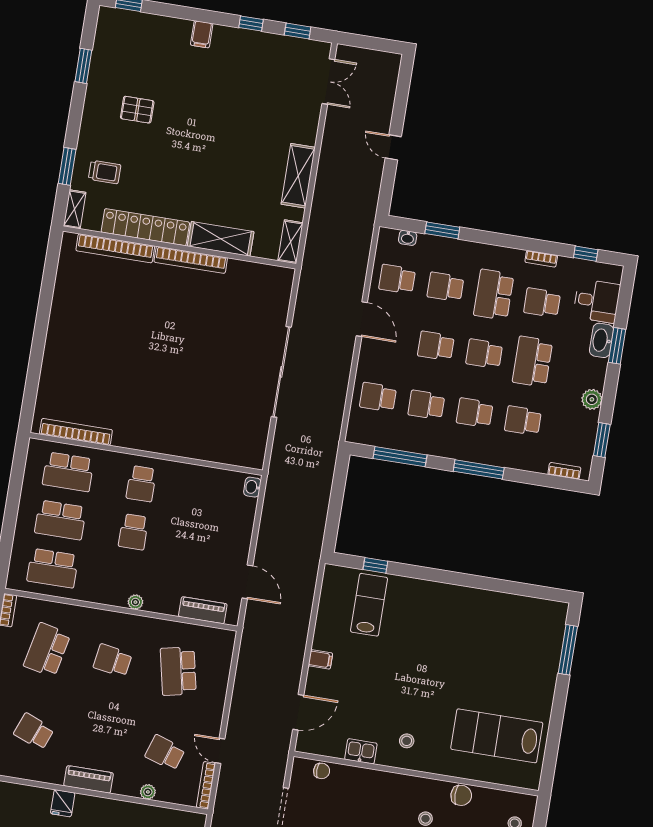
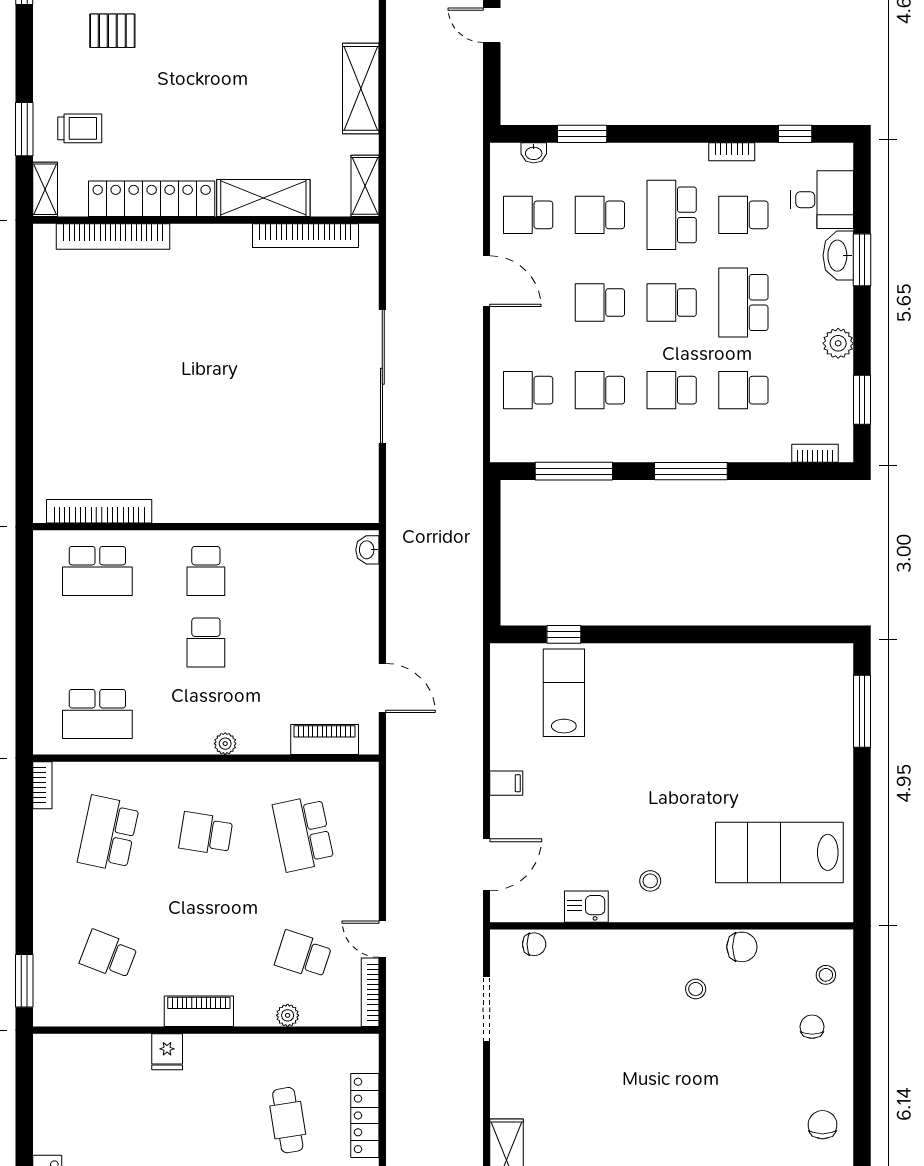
bookcase: (191, 260) -> (305, 236), moved
school desk: (60, 520) -> (97, 642), removed

